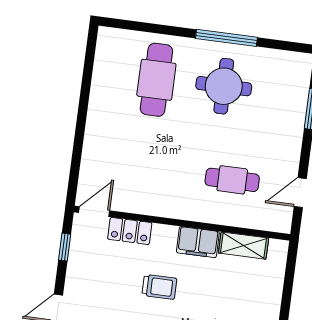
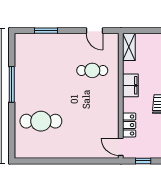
round table: (224, 86) -> (39, 82), removed
cafe table: (232, 180) -> (92, 70), turned 90
shelving: (244, 246) -> (129, 47), moved

